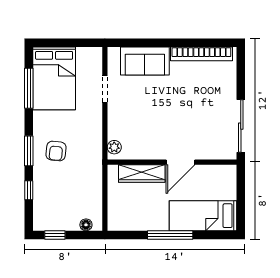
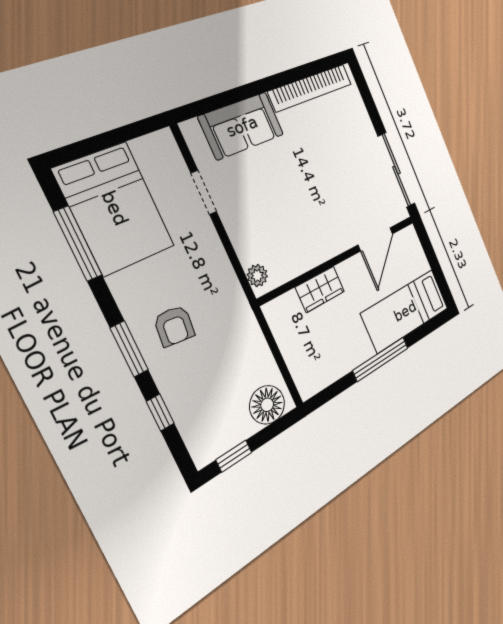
door: (181, 162) -> (376, 239), moved
wardrobe: (142, 173) -> (320, 289), width x0.67
floor lamp: (86, 225) -> (267, 405), width x1.89, depth x1.89

